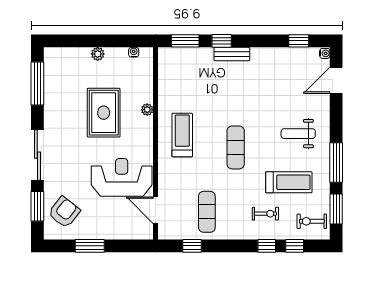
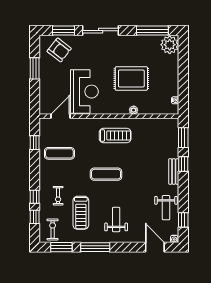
plant: (98, 54) -> (170, 45), moved, width x1.88, depth x1.88
weight bench: (282, 65) -> (166, 208), added

